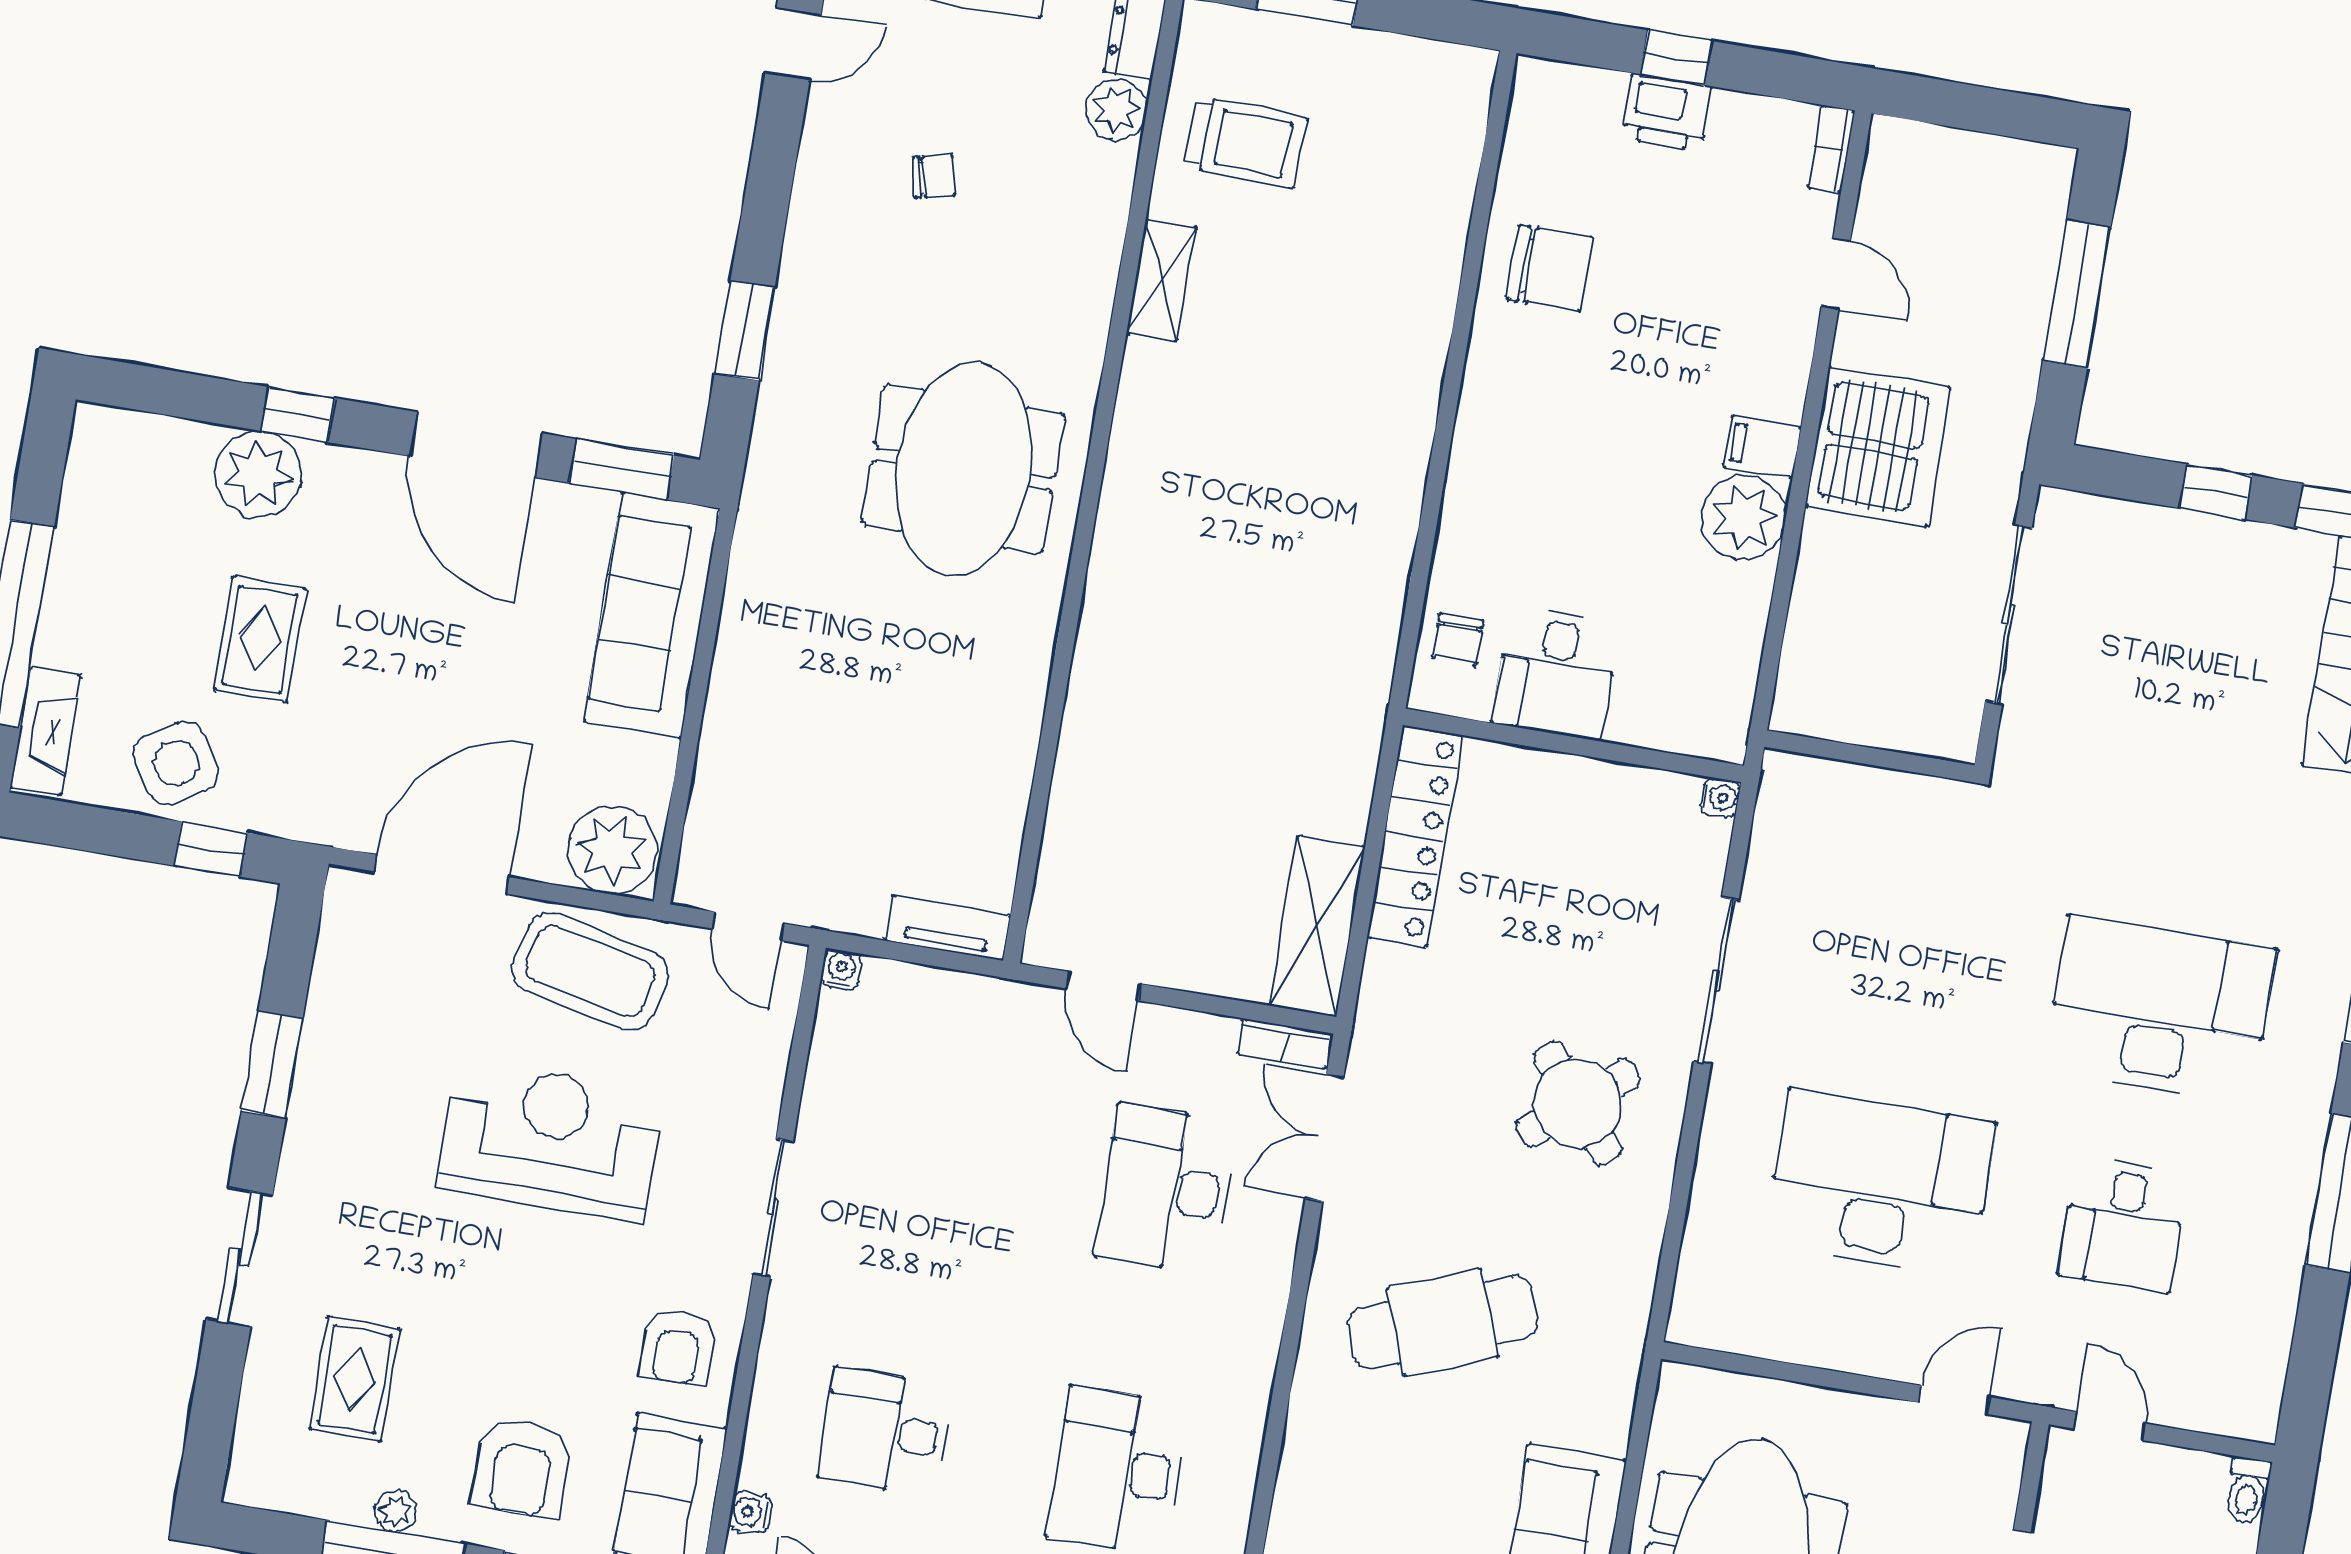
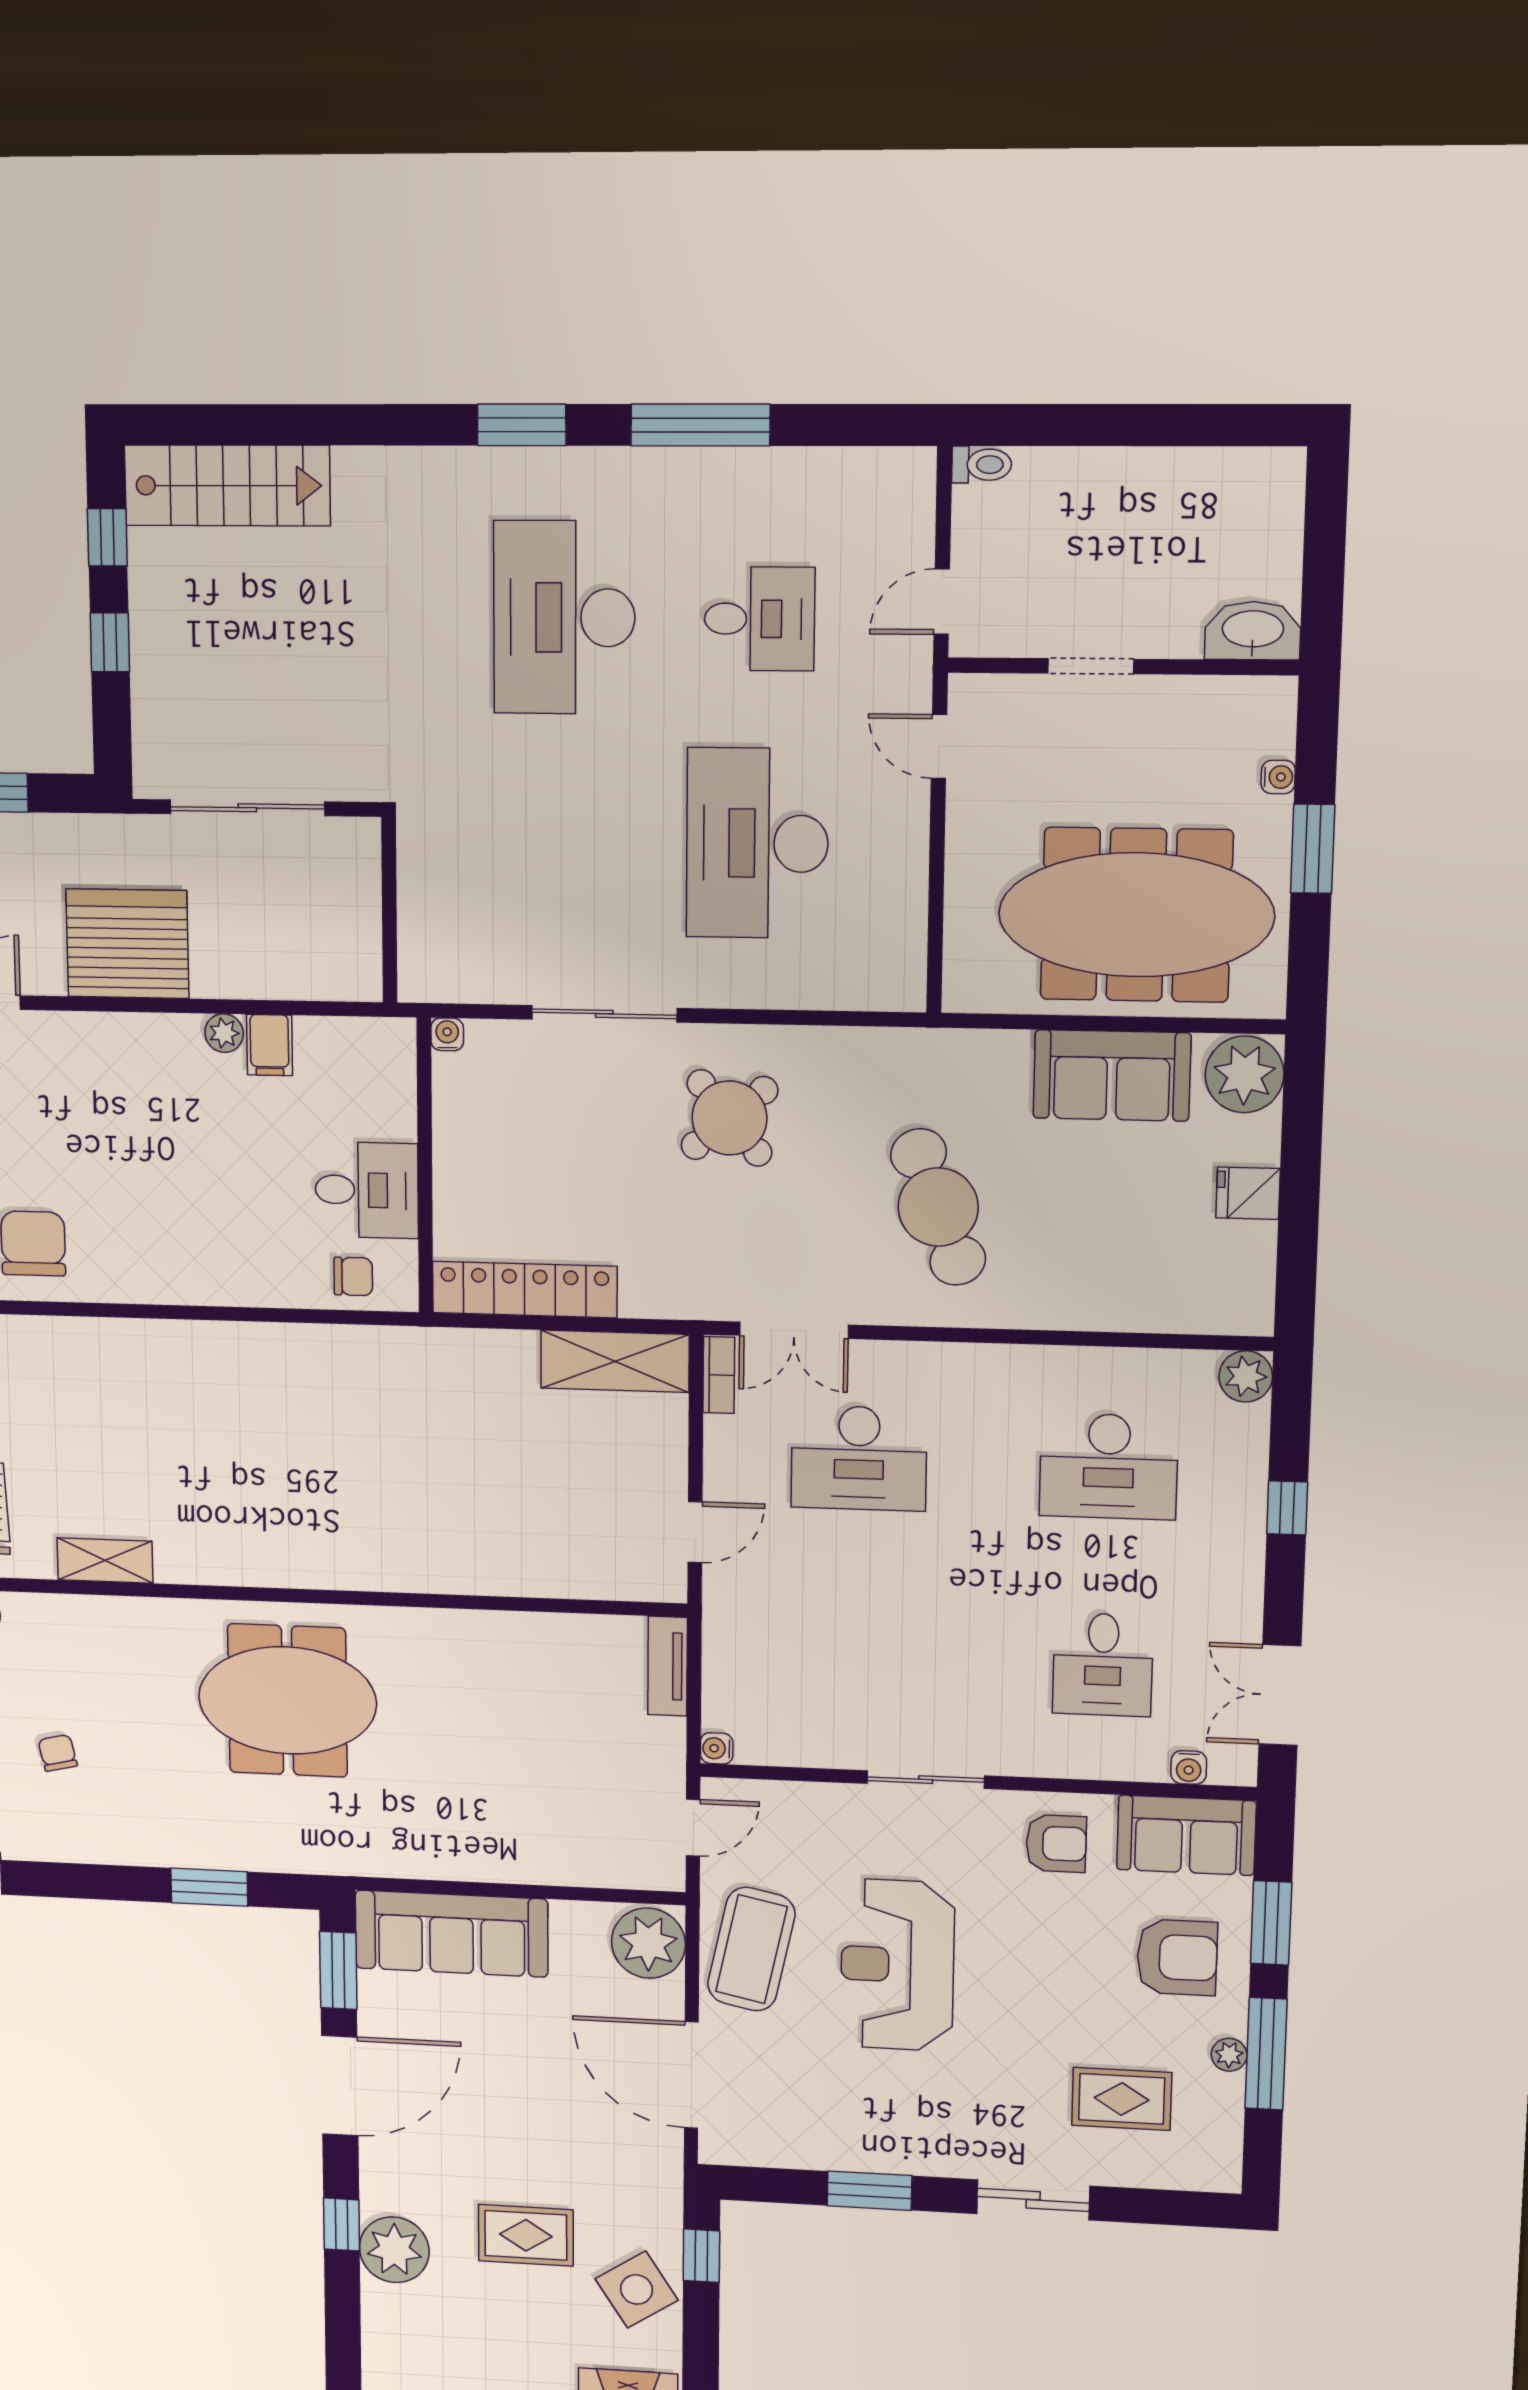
filing cabinet: (1762, 447) -> (269, 1045), moved
plant: (1744, 518) -> (224, 1033), width x0.53, depth x0.53

